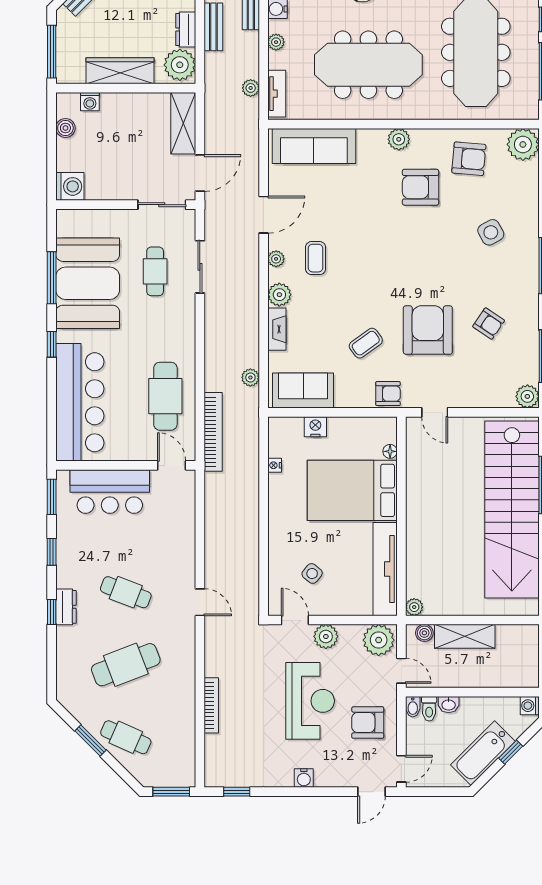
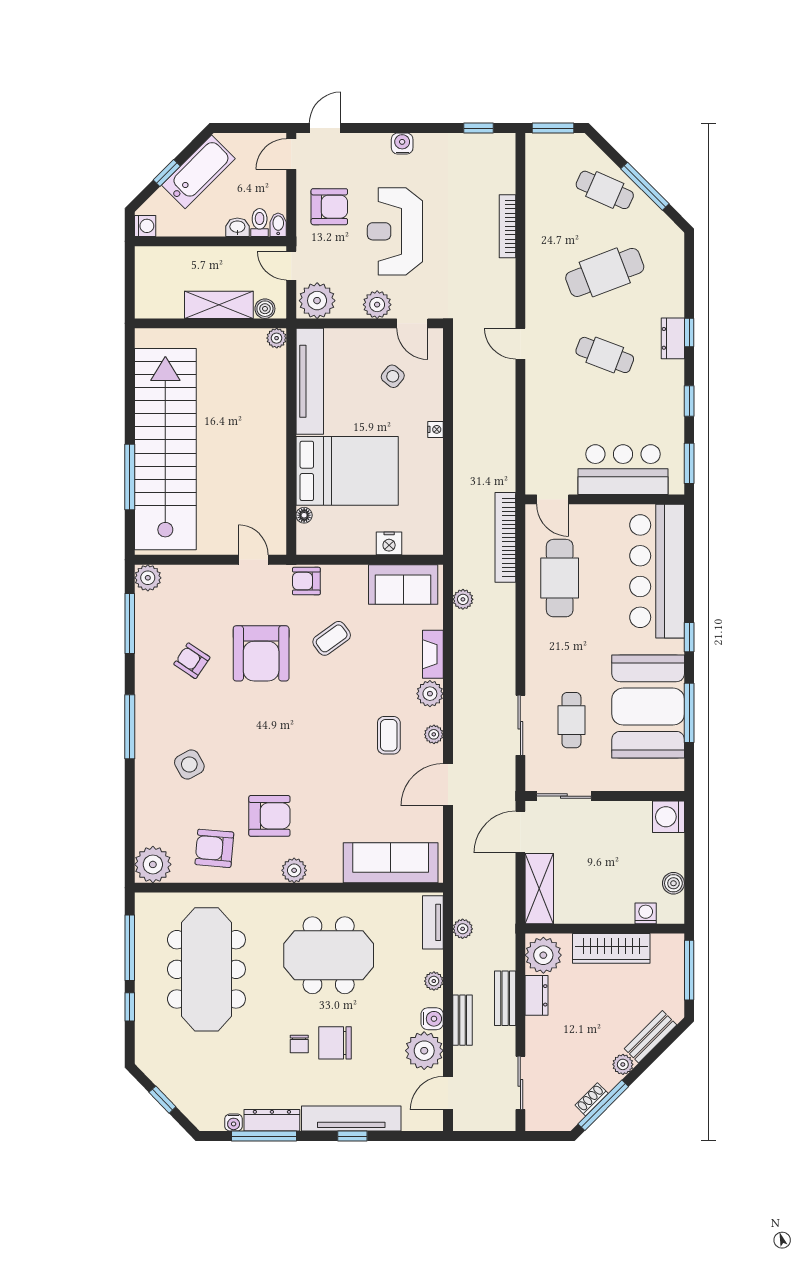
meeting table: (368, 65) -> (329, 955), width x0.73
nightstand: (275, 465) -> (436, 429), moved
window: (91, 740) -> (645, 186), width x1.44

